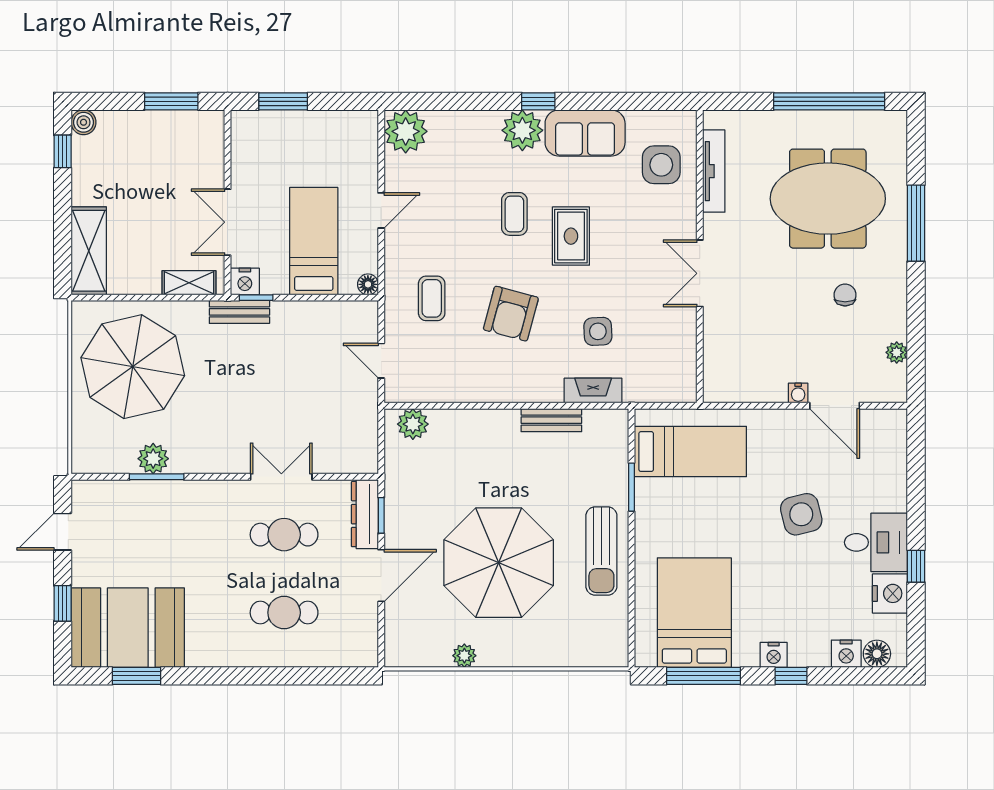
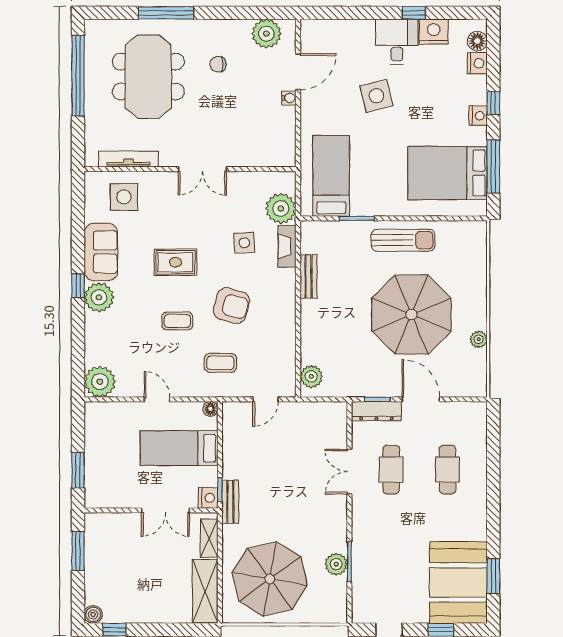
coffee table: (514, 214) -> (177, 321), moved
shelving: (89, 251) -> (205, 591), moved, turned 90
plant: (897, 352) -> (266, 34), width x1.88, depth x1.88
plant: (645, 382) -> (281, 208), added

